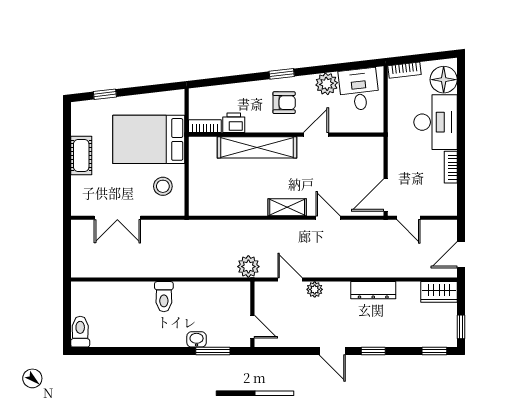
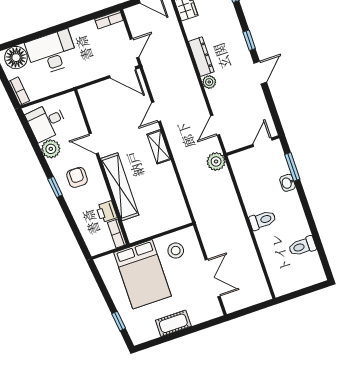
bookcase: (451, 167) -> (109, 20), moved
plant: (315, 289) -> (209, 82), moved
toilet: (80, 332) -> (302, 246), moved

